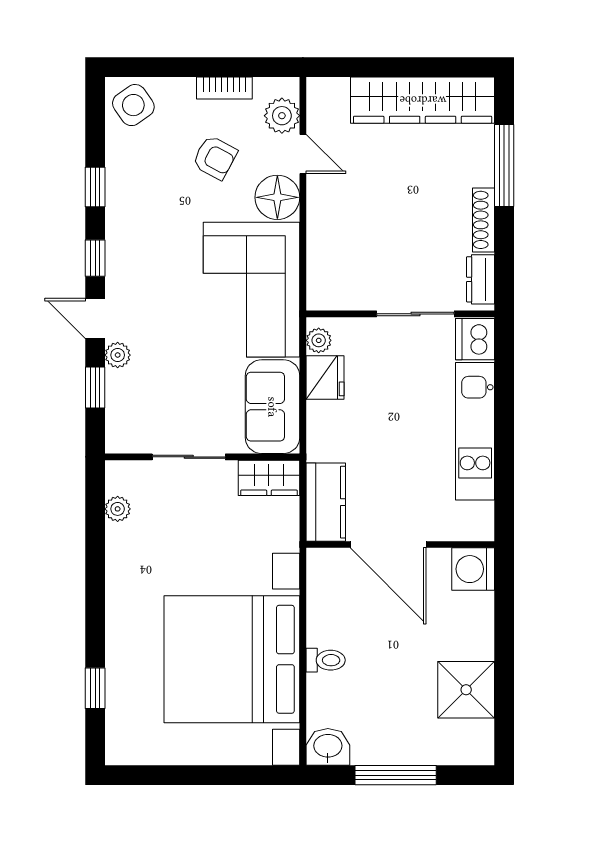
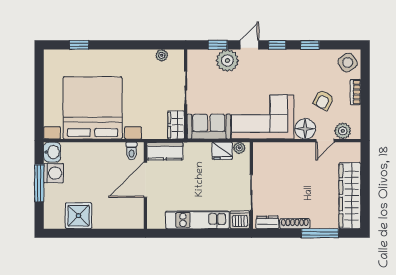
bookcase: (224, 88) -> (355, 92), moved
plant: (118, 355) -> (227, 60), width x1.88, depth x1.88
washing machine: (473, 569) -> (54, 173), moved, turned 90
toilet: (326, 660) -> (131, 151), moved

